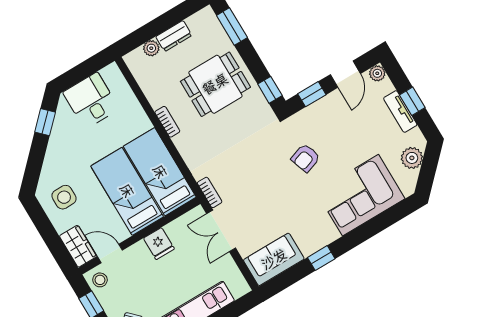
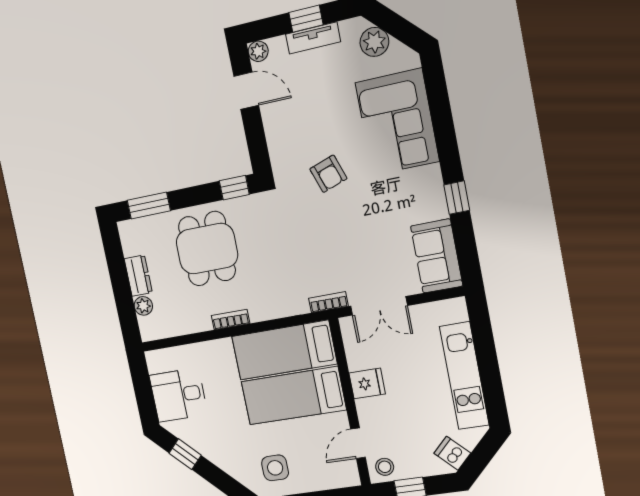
window: (312, 94) -> (256, 139), removed
wardrobe: (78, 246) -> (336, 475), removed

